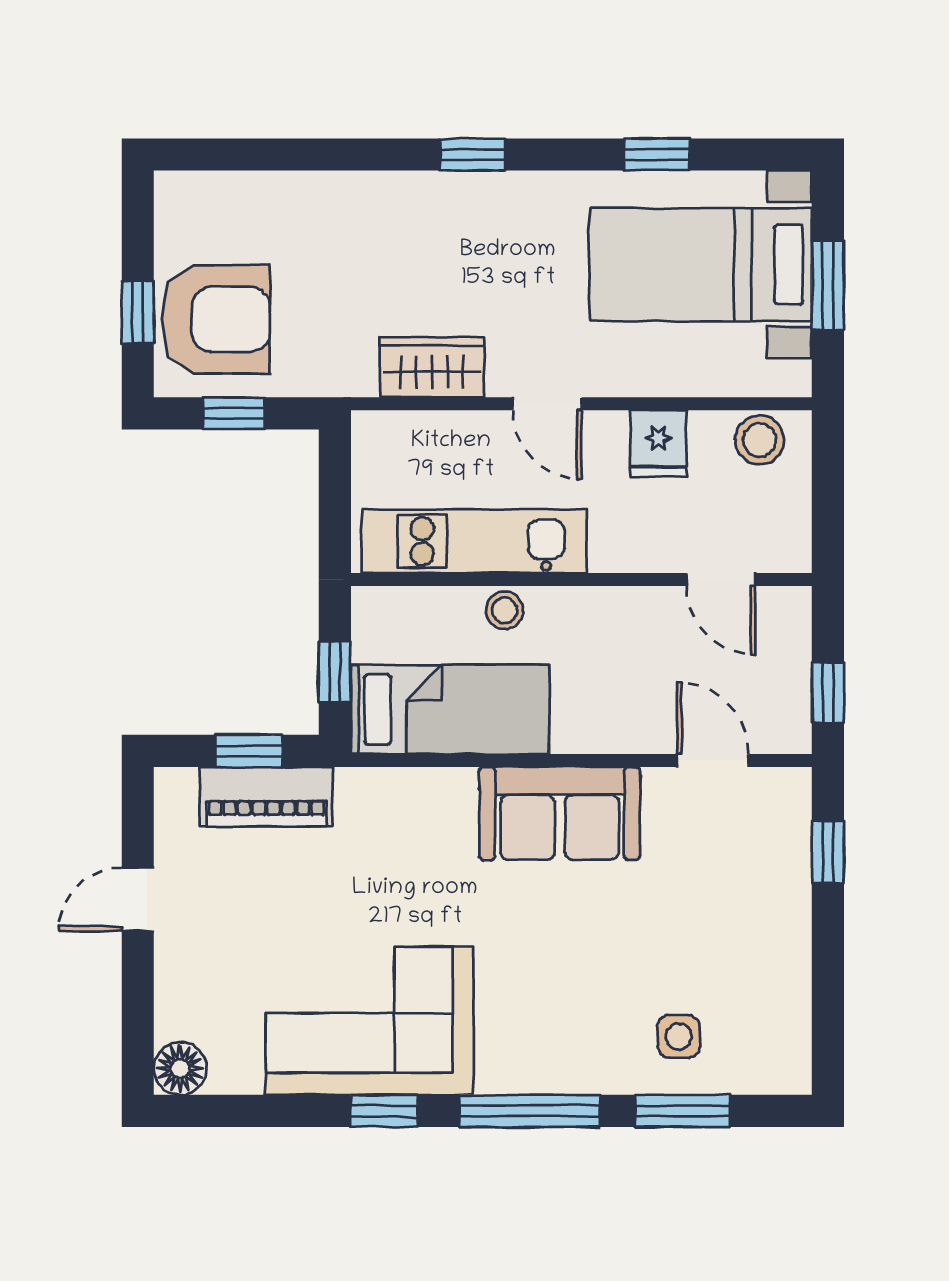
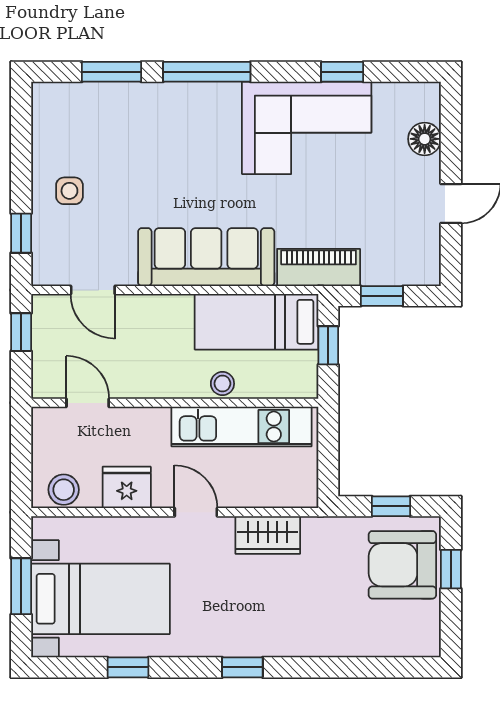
fridge: (658, 443) -> (127, 487), width x1.38
piano: (266, 797) -> (319, 267), moved
sofa: (560, 813) -> (206, 257), width x1.36
side table: (679, 1036) -> (69, 191), moved
floor lamp: (180, 1069) -> (425, 139), moved
window: (384, 1111) -> (342, 72), moved

